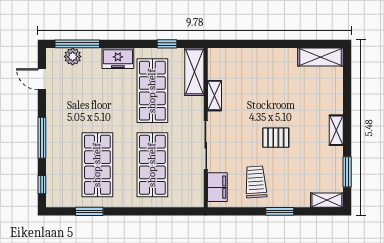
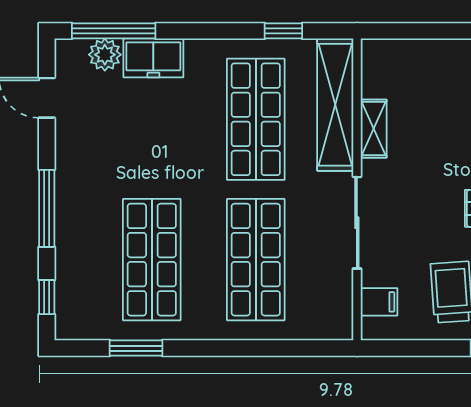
freezer: (118, 58) -> (153, 58), moved
shelving: (194, 72) -> (335, 105), width x1.47
filing cabinet: (217, 187) -> (379, 302), width x0.50

